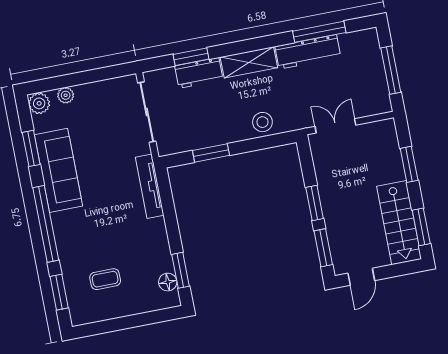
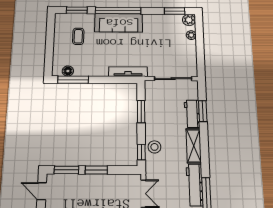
window: (275, 141) -> (141, 152), added
window: (31, 148) -> (175, 11), moved
sofa: (59, 170) -> (119, 23), moved
window: (180, 270) -> (73, 80), width x1.44

